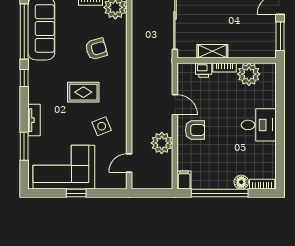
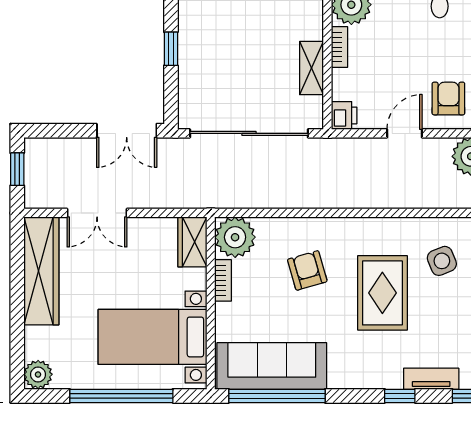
printer: (204, 70) -> (344, 115), moved
window: (24, 78) -> (400, 396), moved
rug: (83, 92) -> (382, 293), width x1.36, depth x1.43

